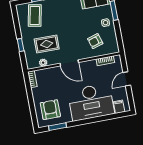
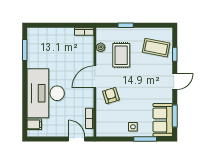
armchair: (95, 41) -> (111, 95), moved
door: (127, 79) -> (77, 139), moved
armchair: (50, 110) -> (46, 45), removed

